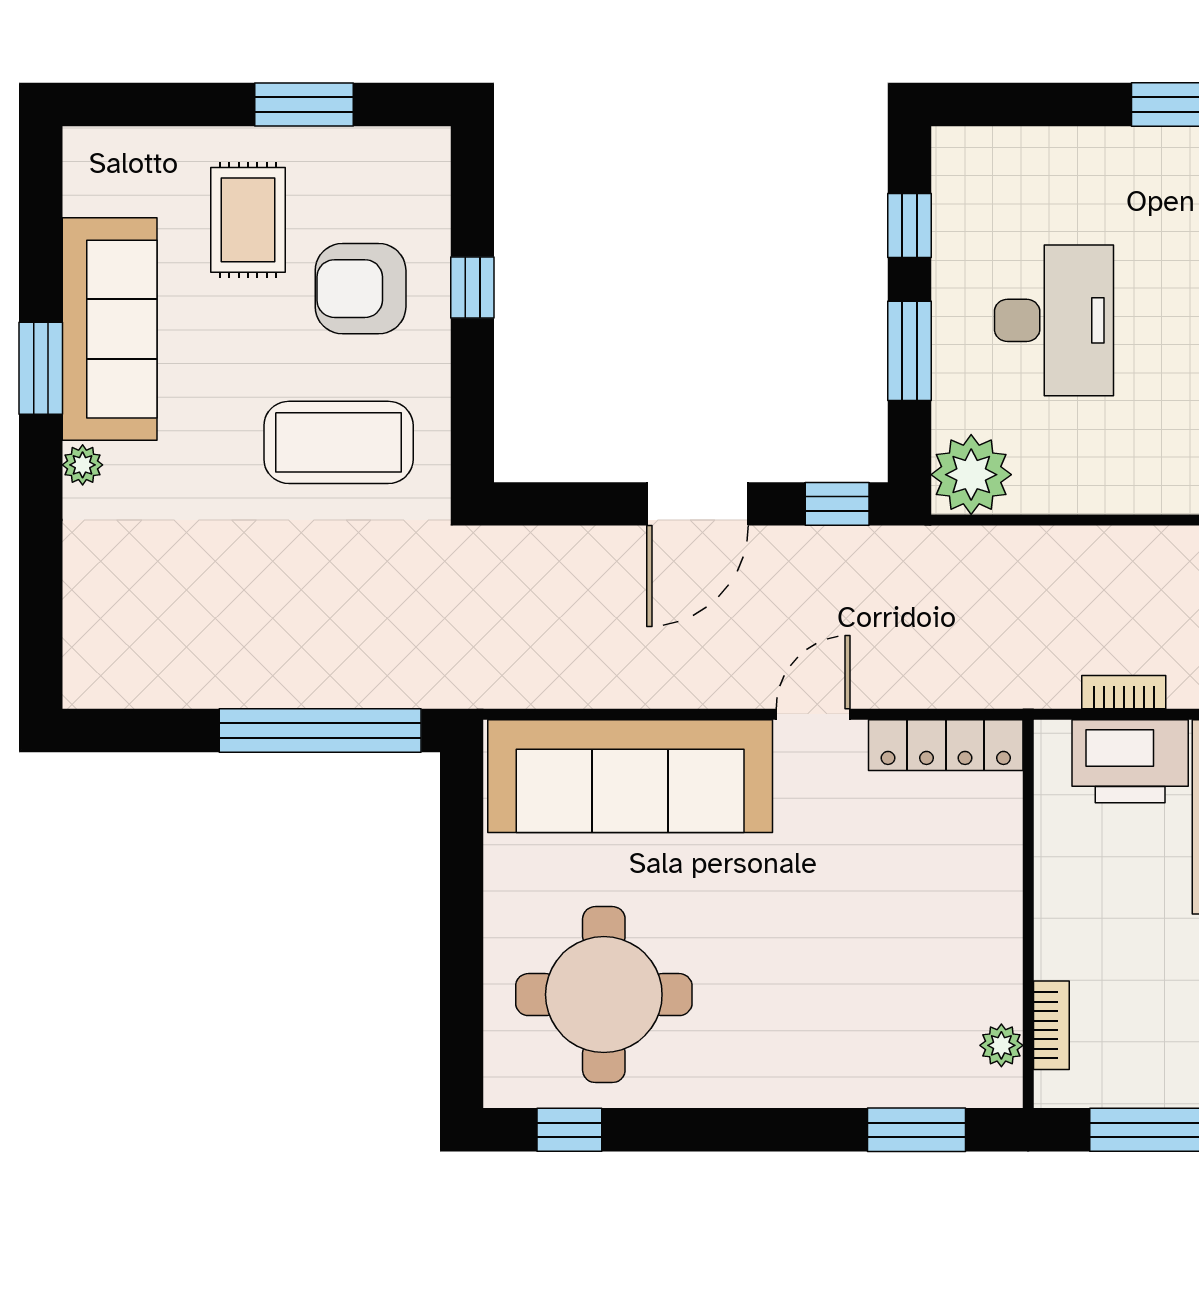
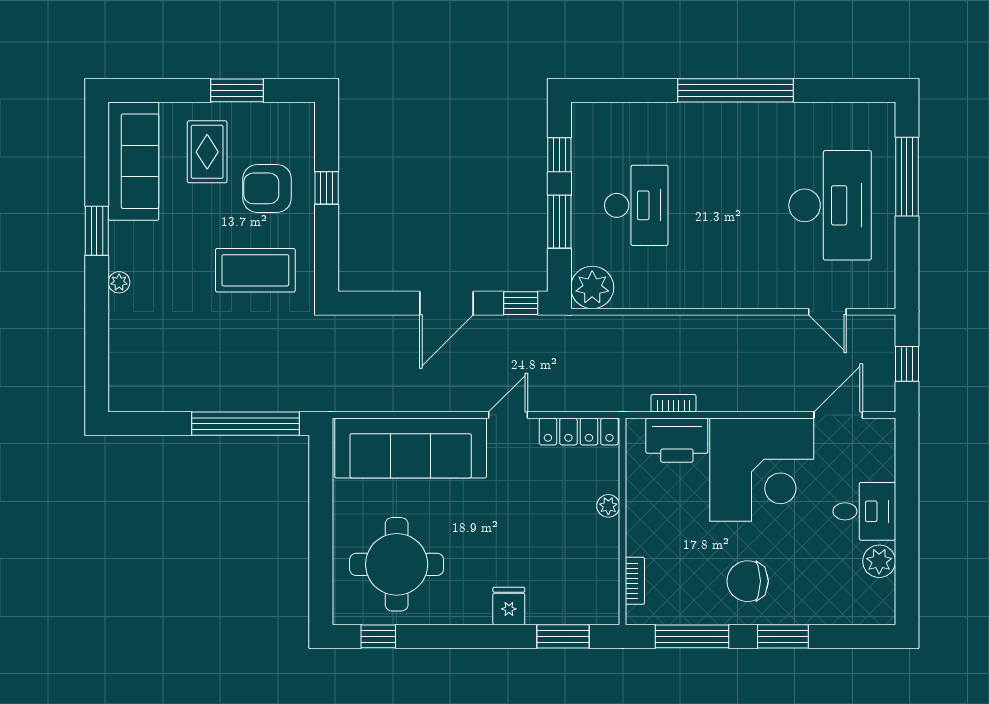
sofa: (110, 329) -> (133, 161), moved
plant: (1001, 1045) -> (608, 506), moved
fridge: (815, 1073) -> (509, 606), added

